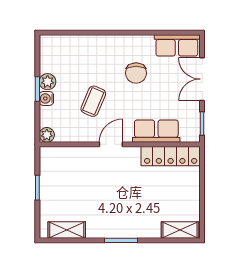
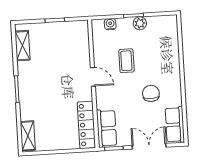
chair: (136, 73) -> (151, 93), turned 89
water cooler: (46, 98) -> (110, 24), moved
coffee table: (93, 101) -> (126, 61), turned 67
row of seats: (156, 131) -> (107, 128), moved
plant: (47, 135) -> (97, 25), removed

